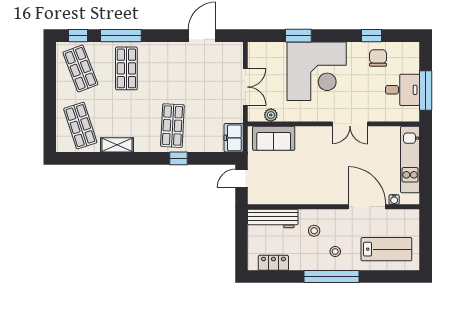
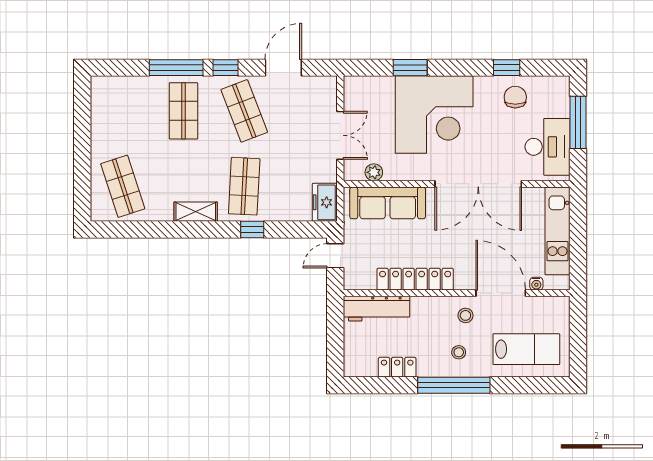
window: (78, 36) -> (226, 68), moved
shop shelf: (80, 68) -> (244, 111), moved
desk: (402, 90) -> (547, 147), width x1.37
window: (426, 90) -> (578, 122), moved
double door: (350, 124) -> (478, 184), width x1.87
sofa: (274, 138) -> (388, 203), width x1.36
shelving: (117, 145) -> (196, 212), moved
locker: (302, 196) -> (415, 279), added
stool: (314, 231) -> (465, 315), moved
locker: (273, 263) -> (397, 367), moved

